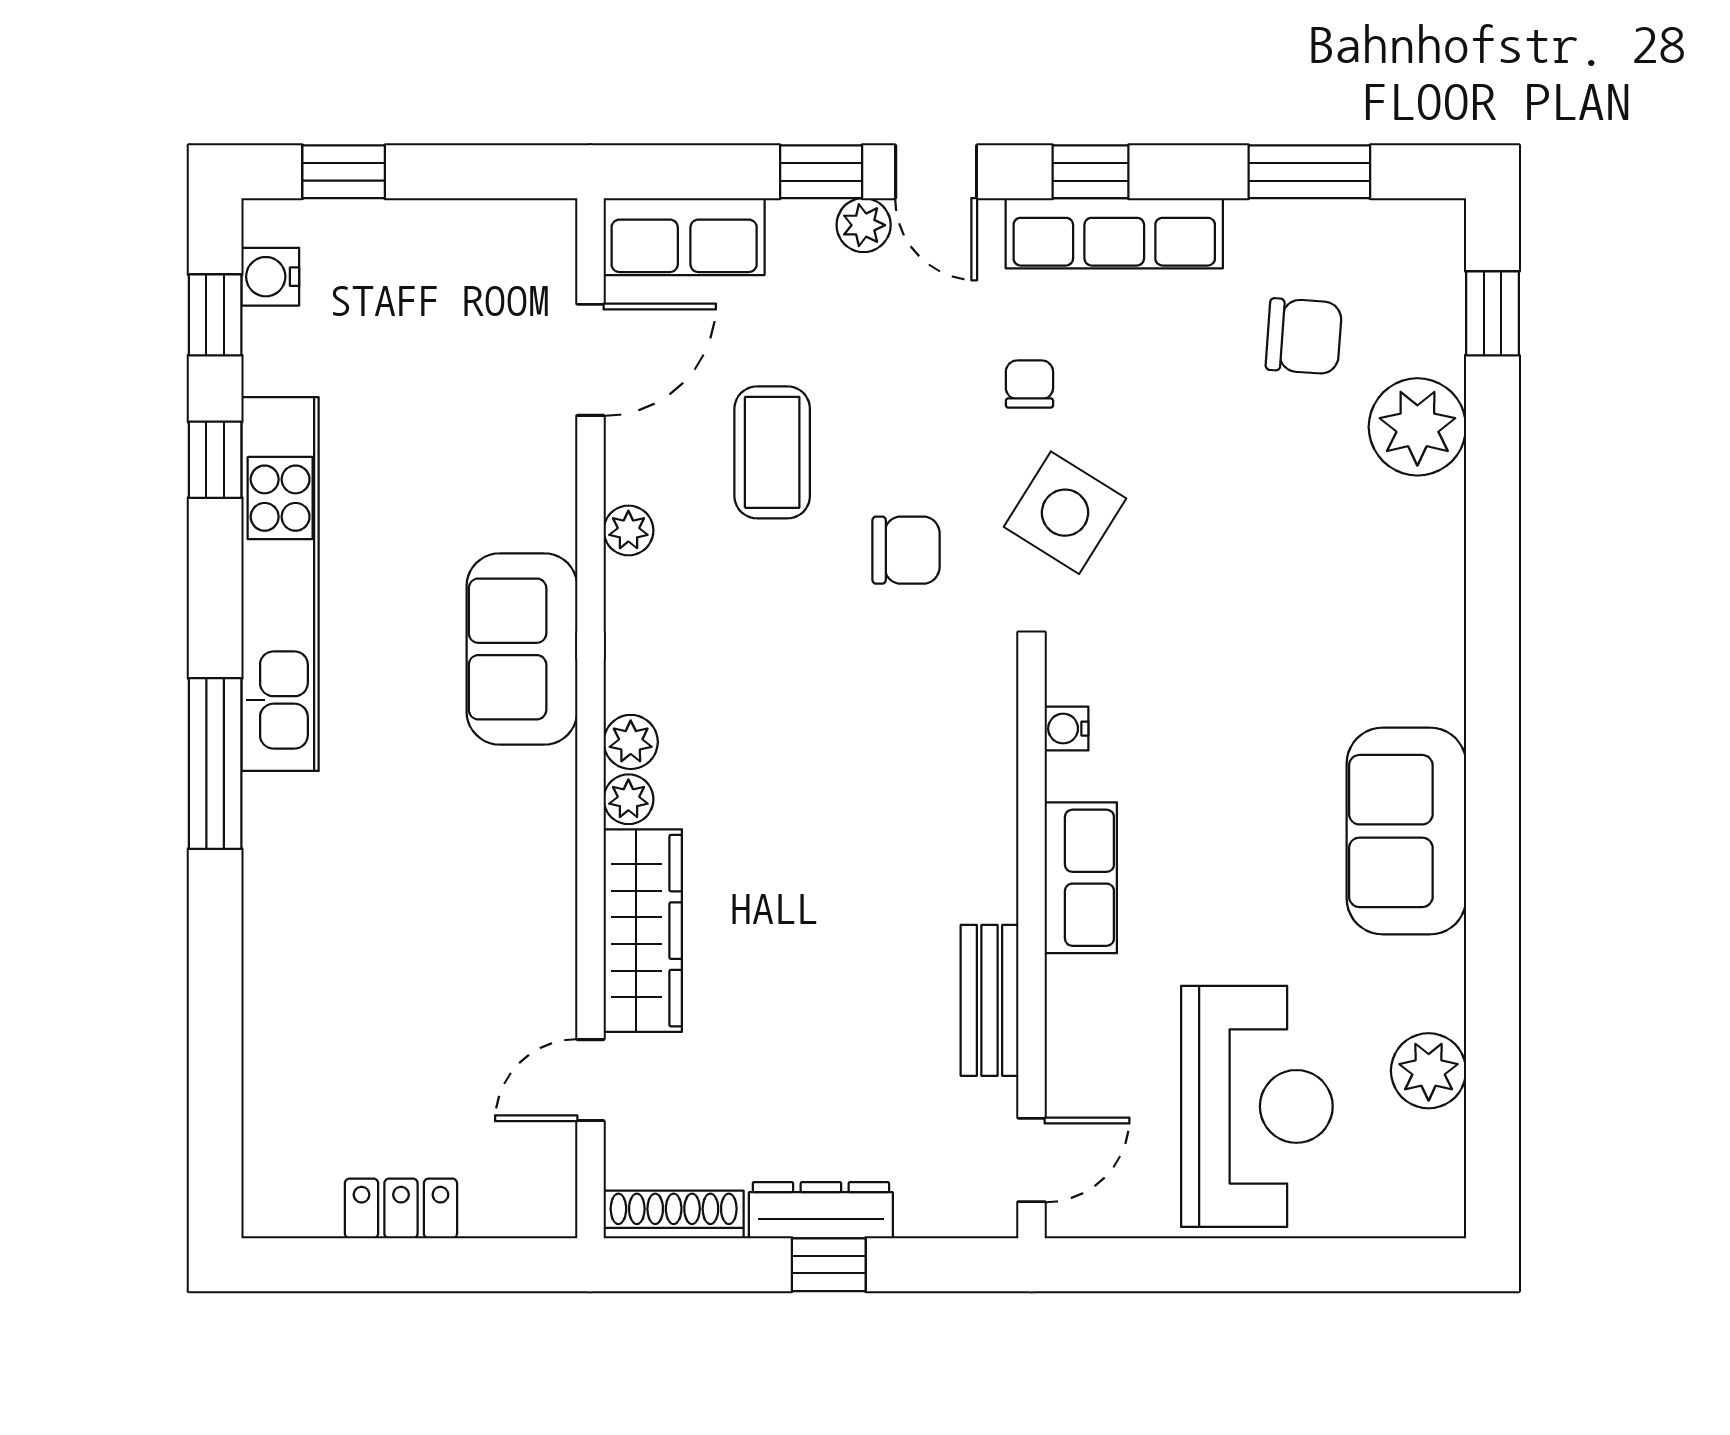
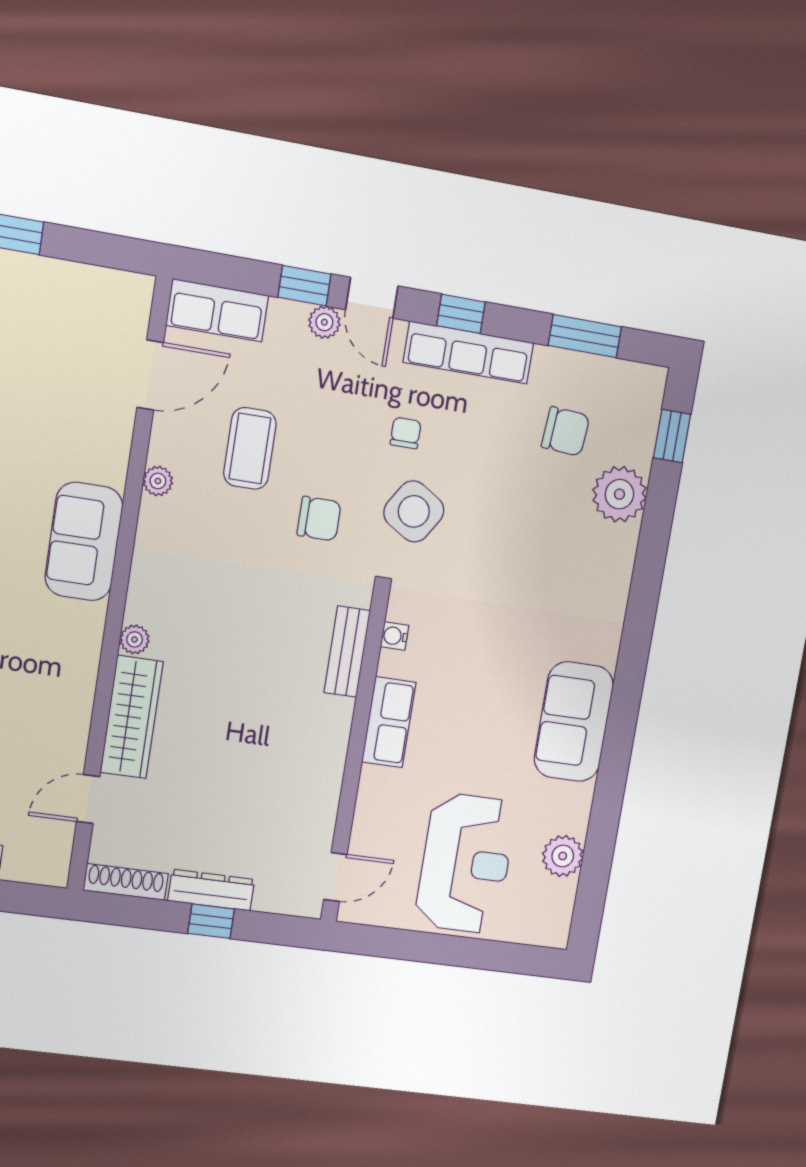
plant: (631, 742) -> (141, 606), removed
bench: (990, 1000) -> (347, 652), moved

